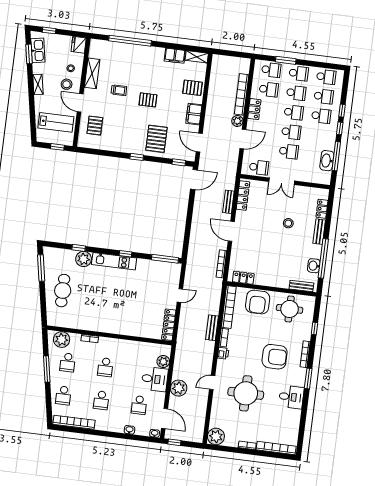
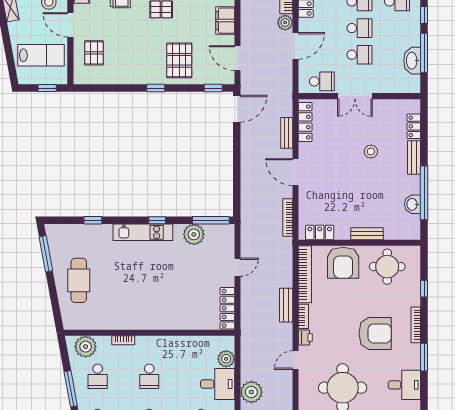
plant: (84, 259) -> (194, 234), moved
bench: (301, 286) -> (367, 234), moved
door: (212, 383) -> (296, 360), moved

